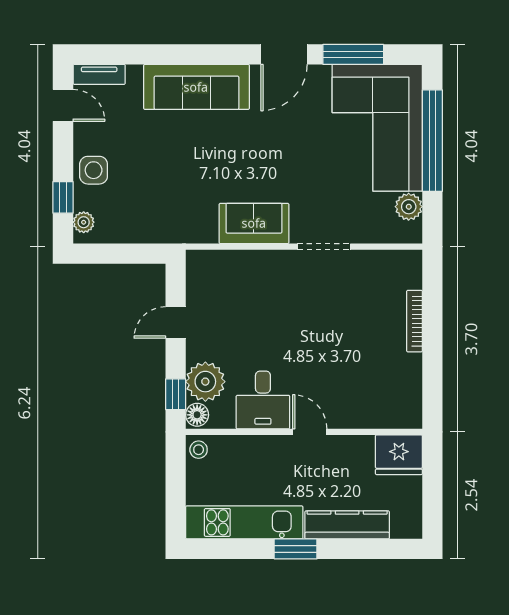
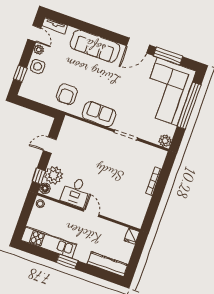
armchair: (174, 206) -> (67, 94), added
plant: (409, 207) -> (165, 141), moved
plant: (84, 222) -> (39, 50), moved
fridge: (399, 455) -> (132, 236), width x0.53, depth x0.75
kitchen counter: (347, 525) -> (107, 264), moved

